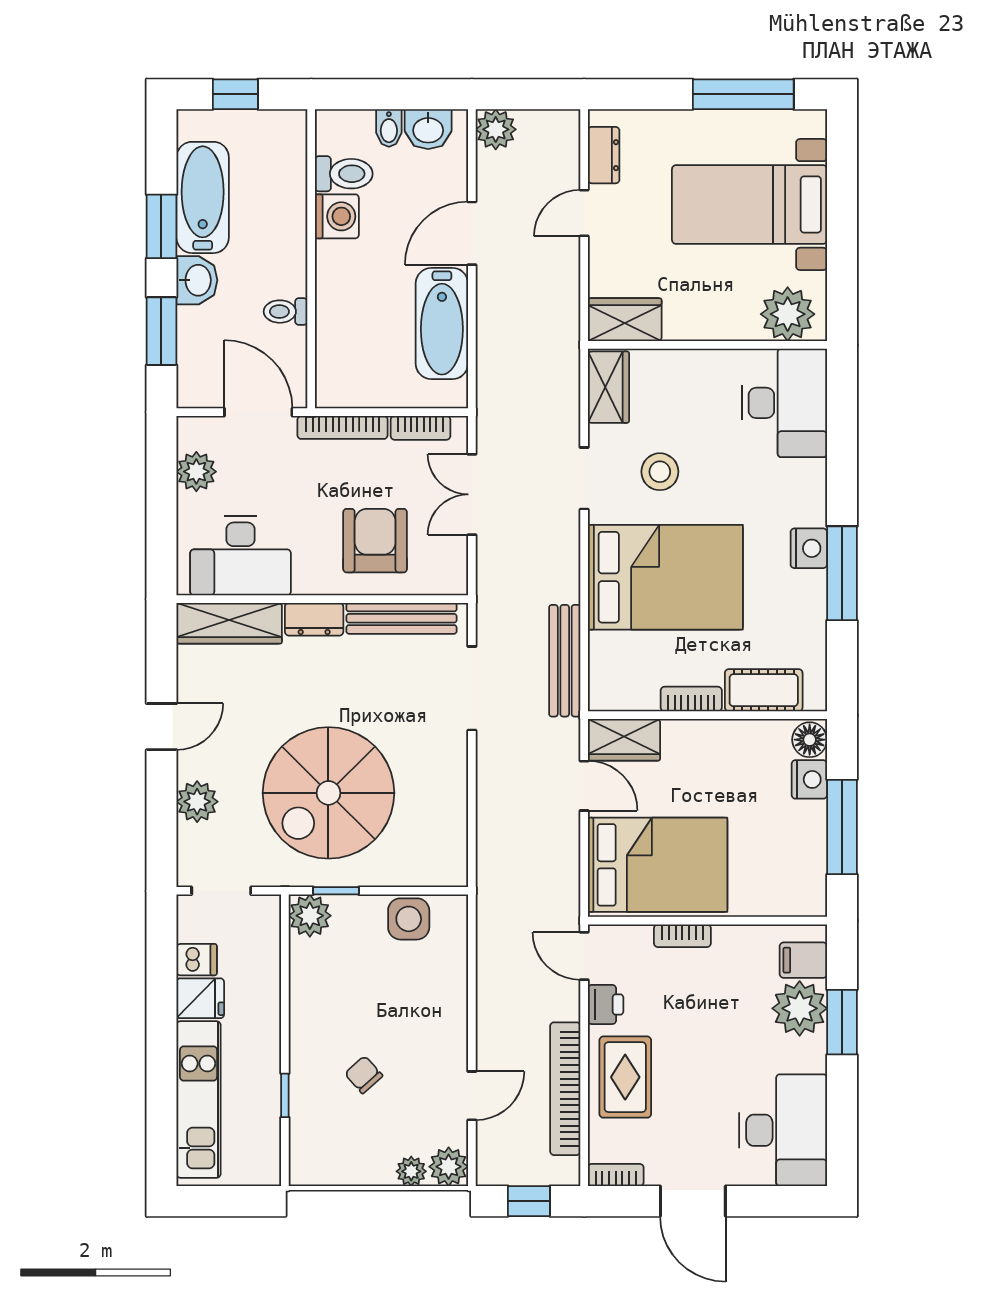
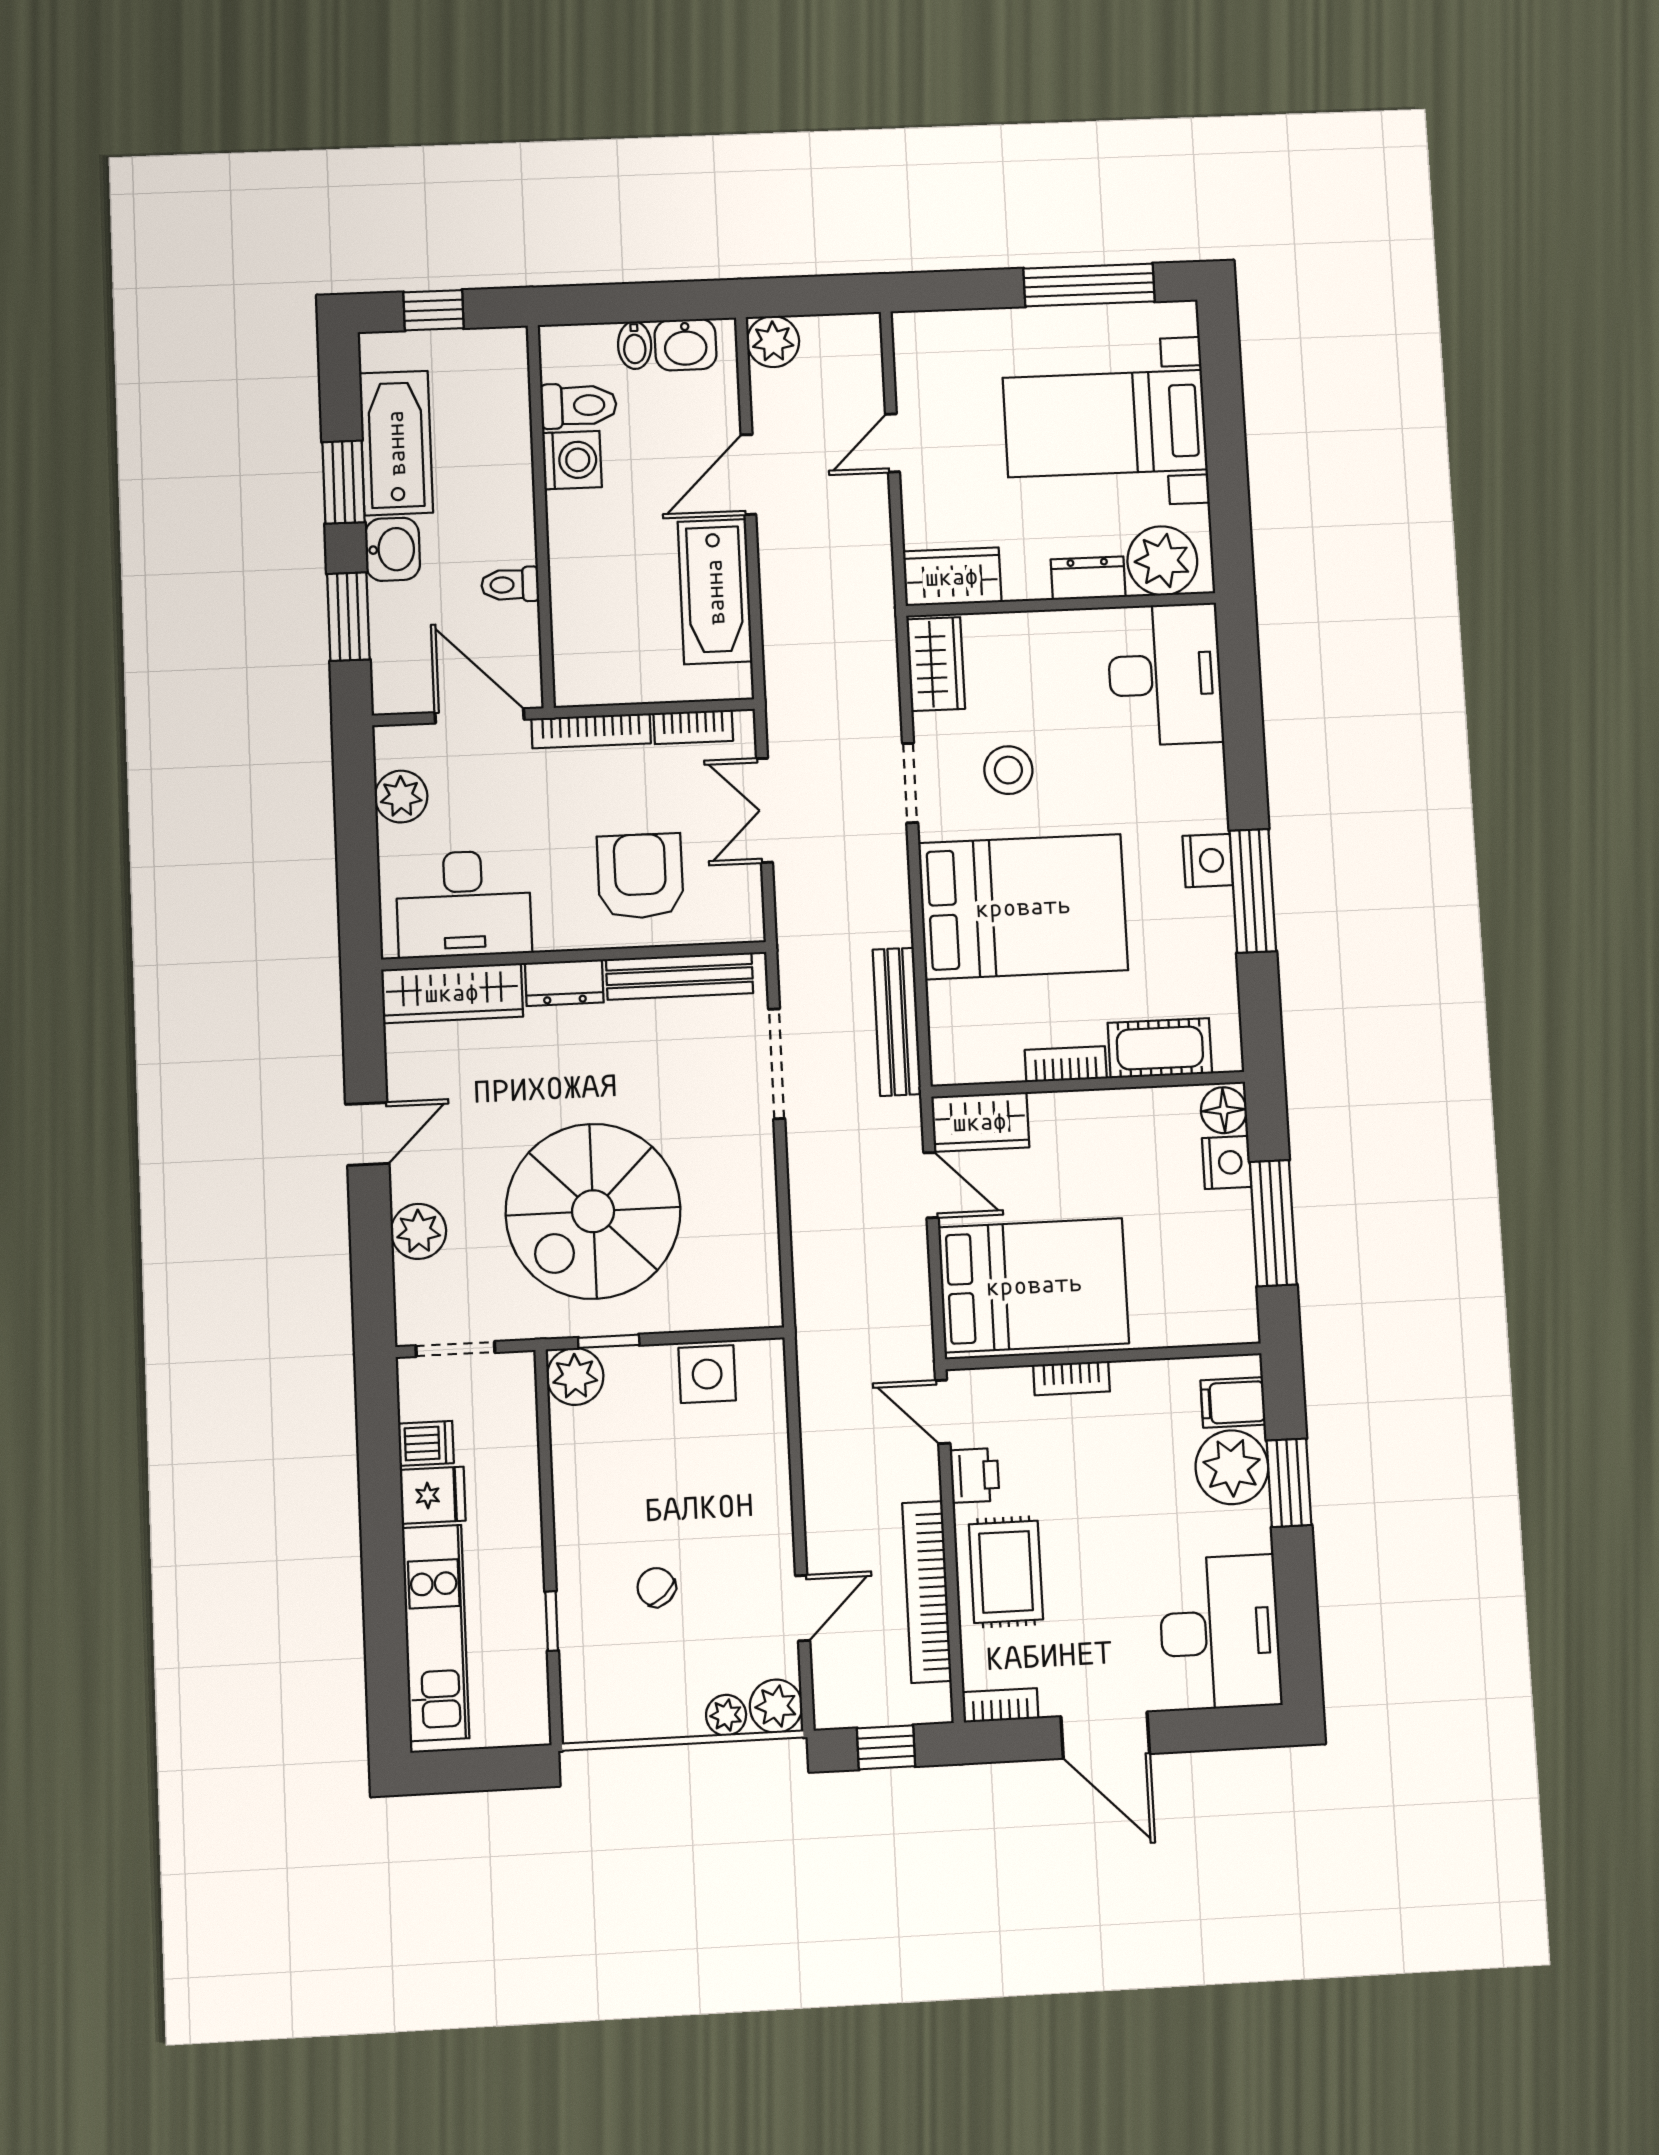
dresser: (604, 155) -> (1088, 578), moved, turned -90

